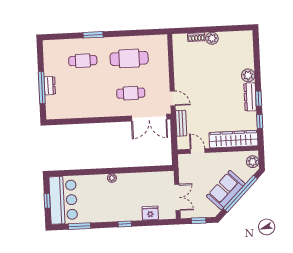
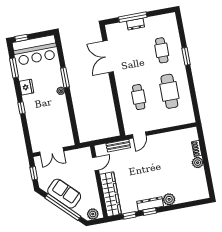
double door: (149, 118) -> (108, 57), moved
window: (98, 171) -> (65, 78), added
window: (47, 201) -> (21, 38), moved
fridge: (150, 213) -> (26, 87), moved

